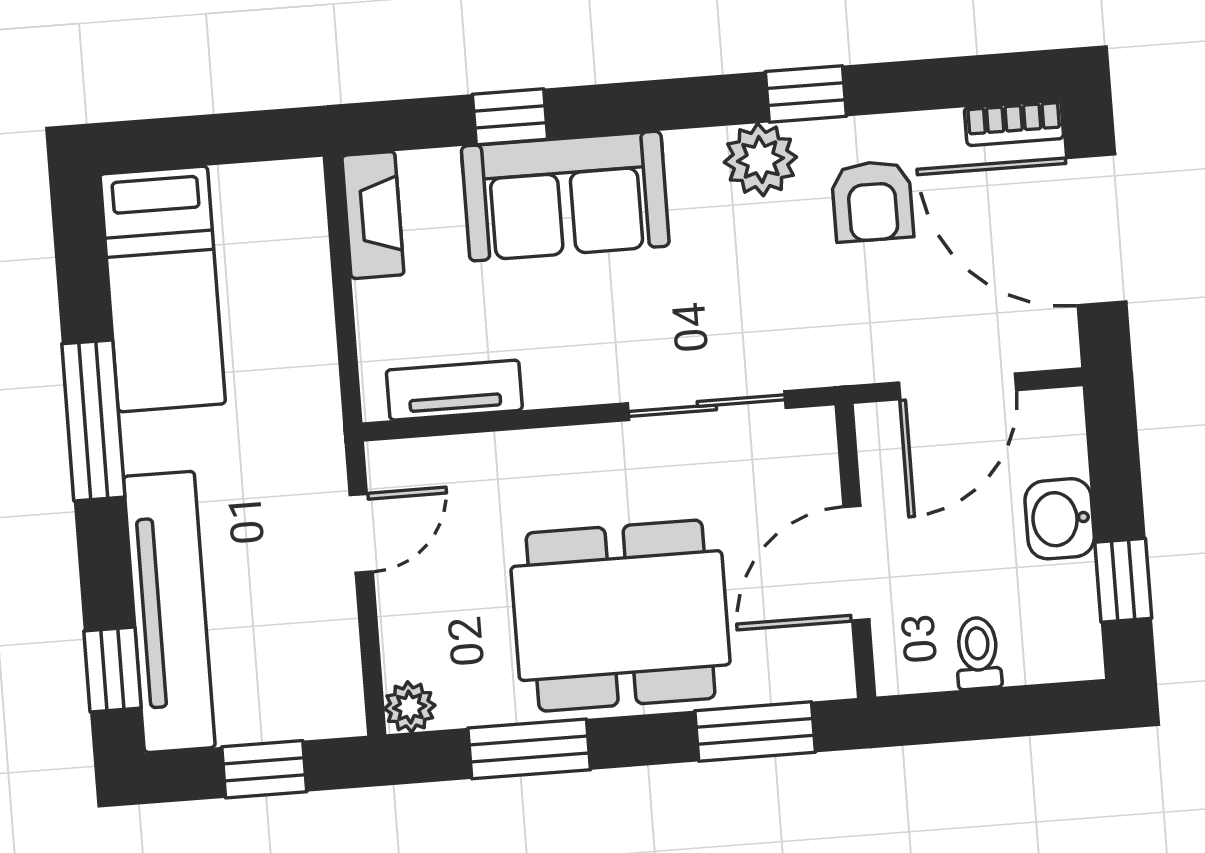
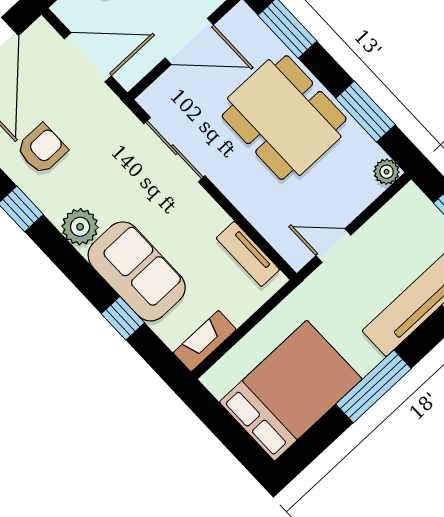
plant: (760, 160) -> (80, 227), moved
bed: (163, 289) -> (291, 391), width x1.50

